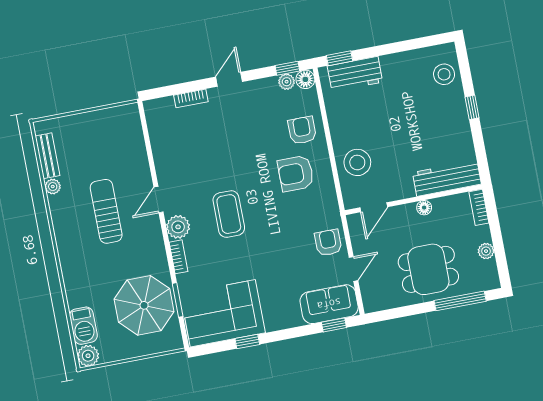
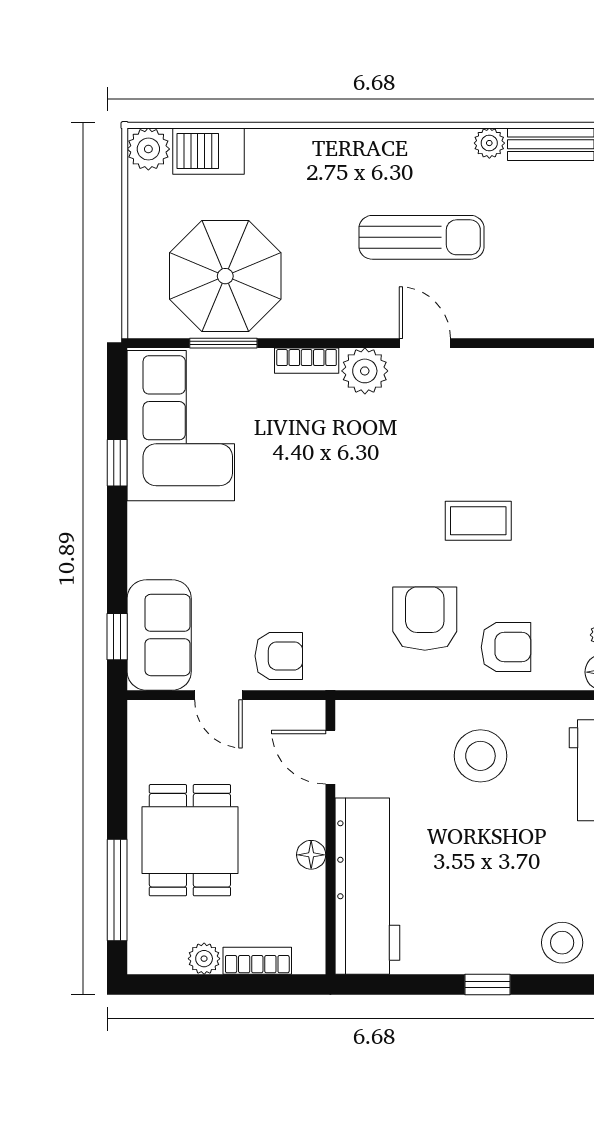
stool: (357, 162) -> (480, 756), moved
workbench: (447, 178) -> (367, 886), width x1.36, depth x1.32
bookcase: (479, 207) -> (257, 961), moved
coffee table: (229, 214) -> (478, 521), moved, width x0.73, depth x0.77

